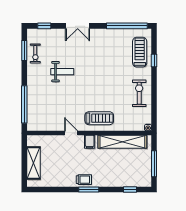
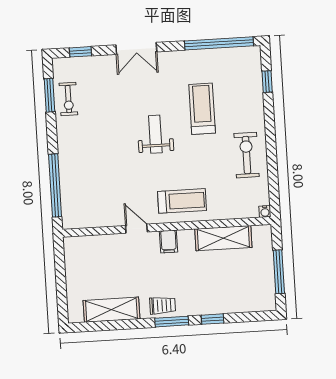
treadmill: (140, 52) -> (202, 109), moved
window: (154, 60) -> (267, 82), moved
weight bench: (62, 72) -> (155, 134), moved, turned -90
shelving: (122, 142) -> (223, 238), width x0.68
shelving: (33, 163) -> (111, 310), moved, turned 90
window: (130, 190) -> (212, 319), moved

